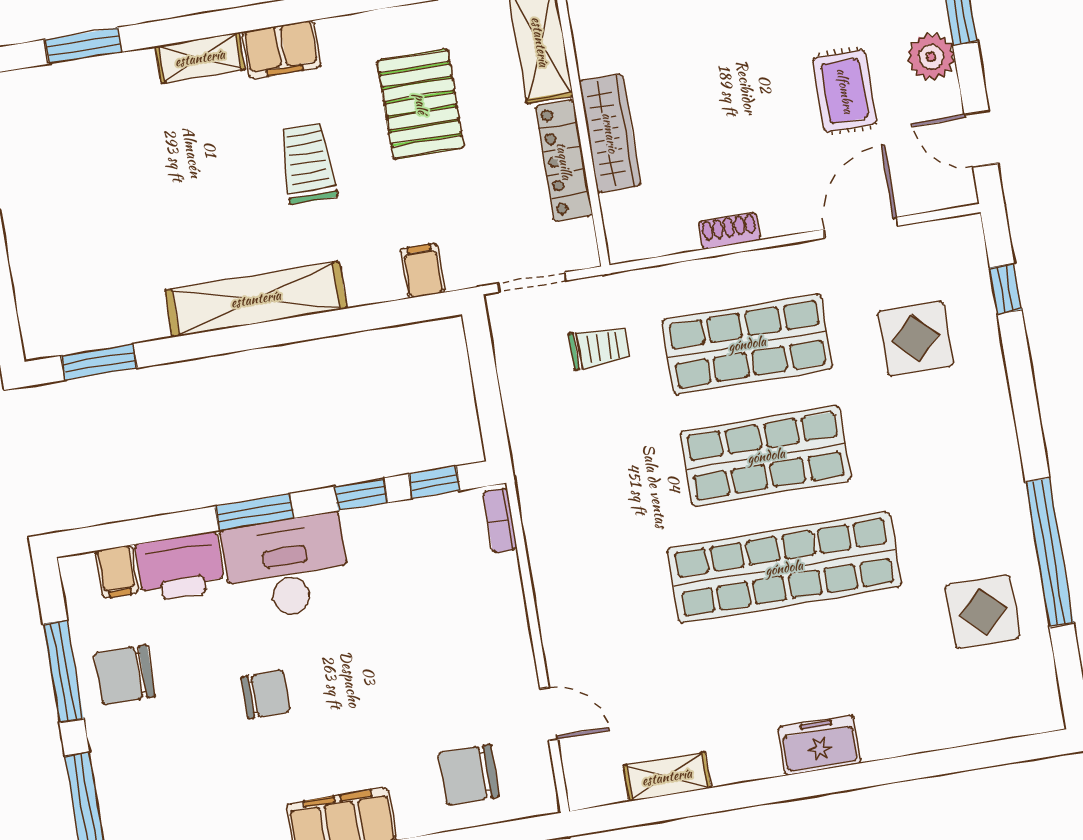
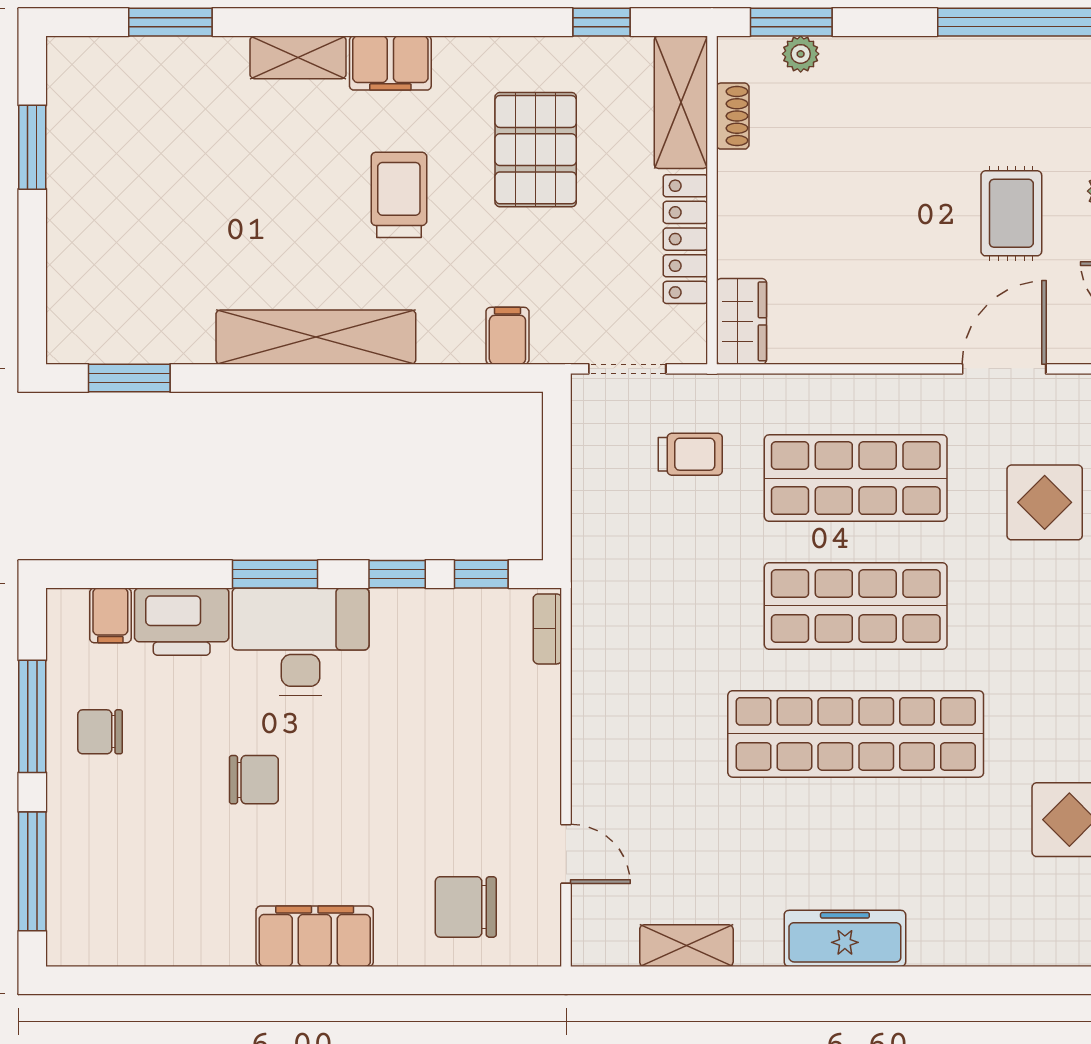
wardrobe: (610, 133) -> (741, 321), moved, width x0.67
shoe rack: (729, 231) -> (733, 116), moved, turned 90
chair: (125, 675) -> (100, 732), width x0.73, depth x0.73
freezer: (819, 745) -> (845, 938), width x1.40

